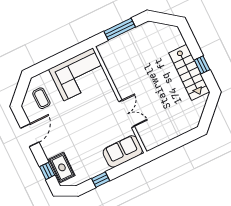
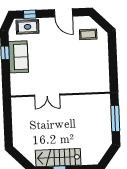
corner sofa: (78, 74) -> (94, 71), removed
sofa: (123, 151) -> (18, 57), moved

